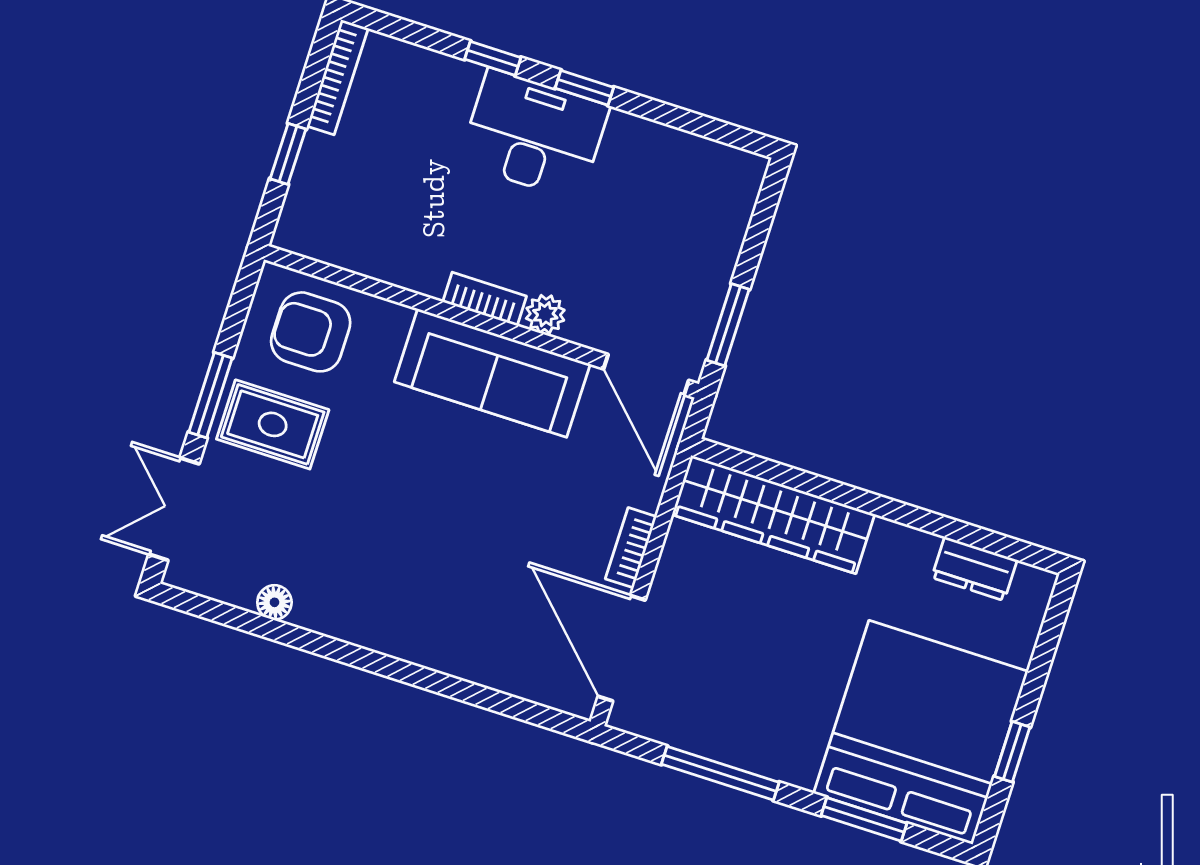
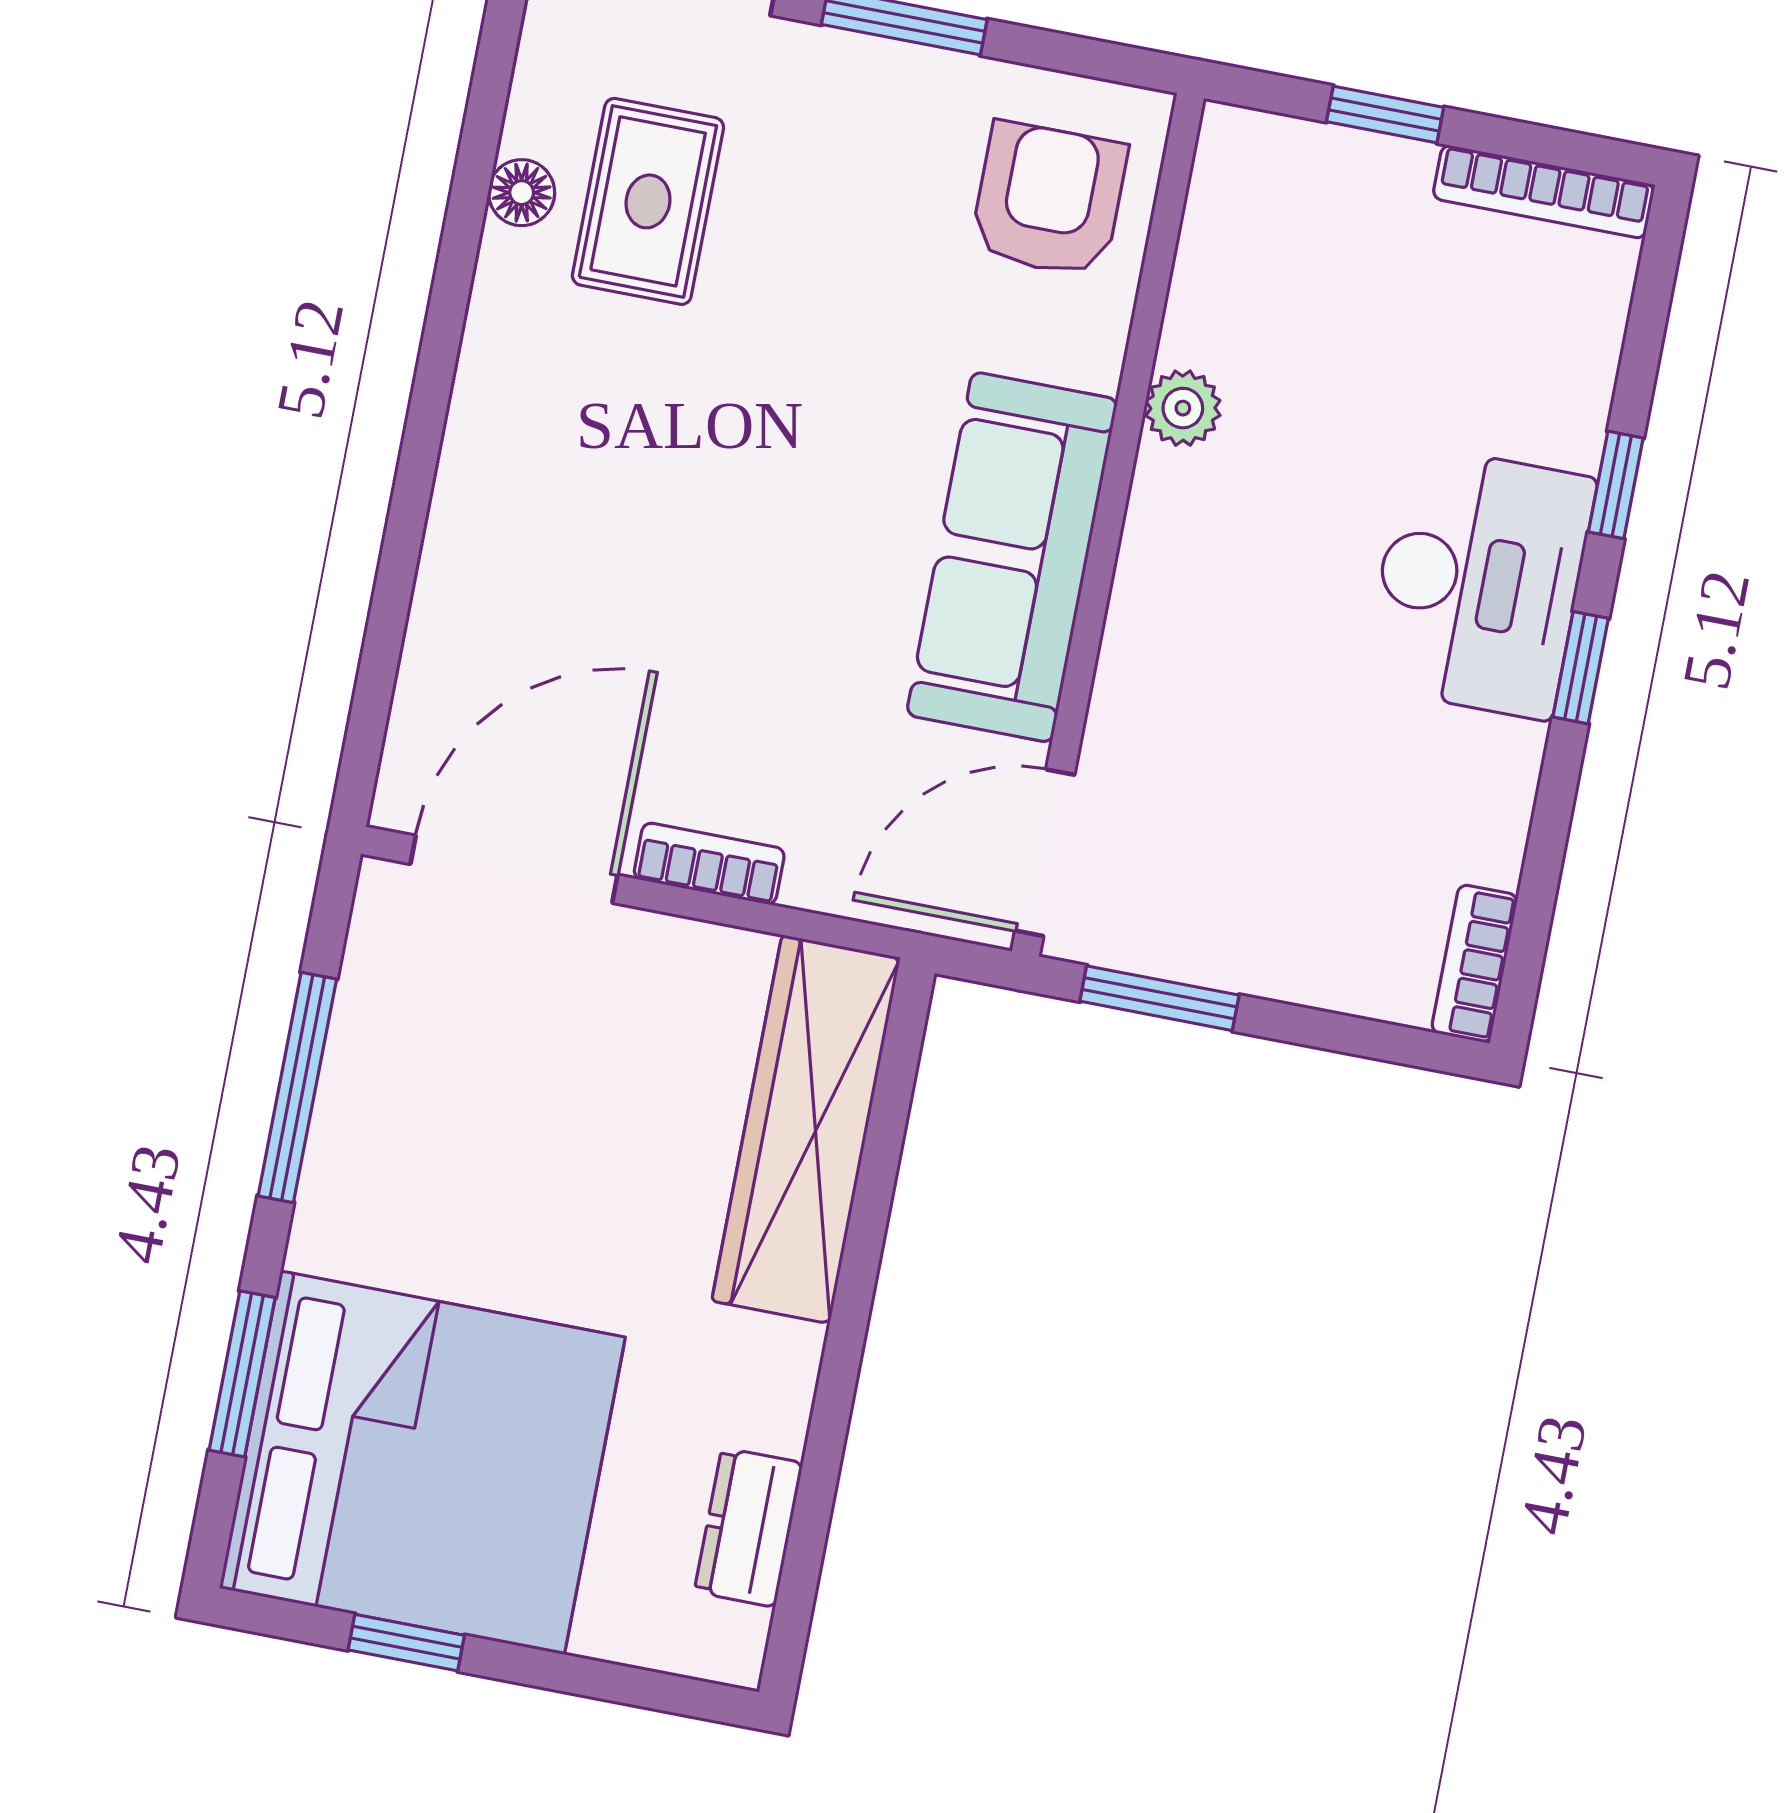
bookcase: (485, 299) -> (1475, 964), moved, turned 180
plant: (545, 314) -> (1183, 408), moved
rug: (273, 424) -> (648, 201), moved

